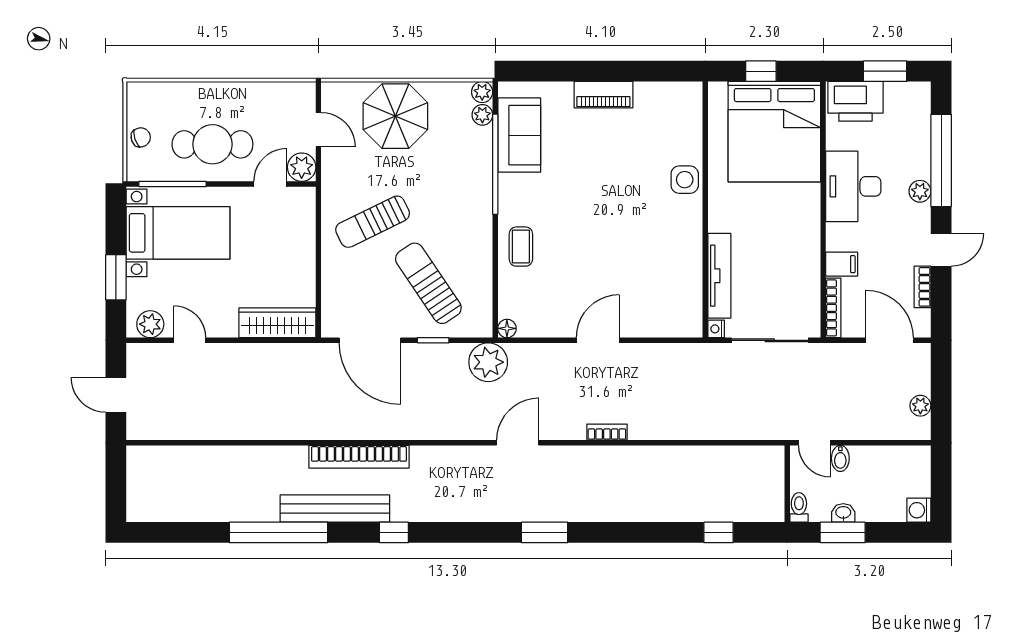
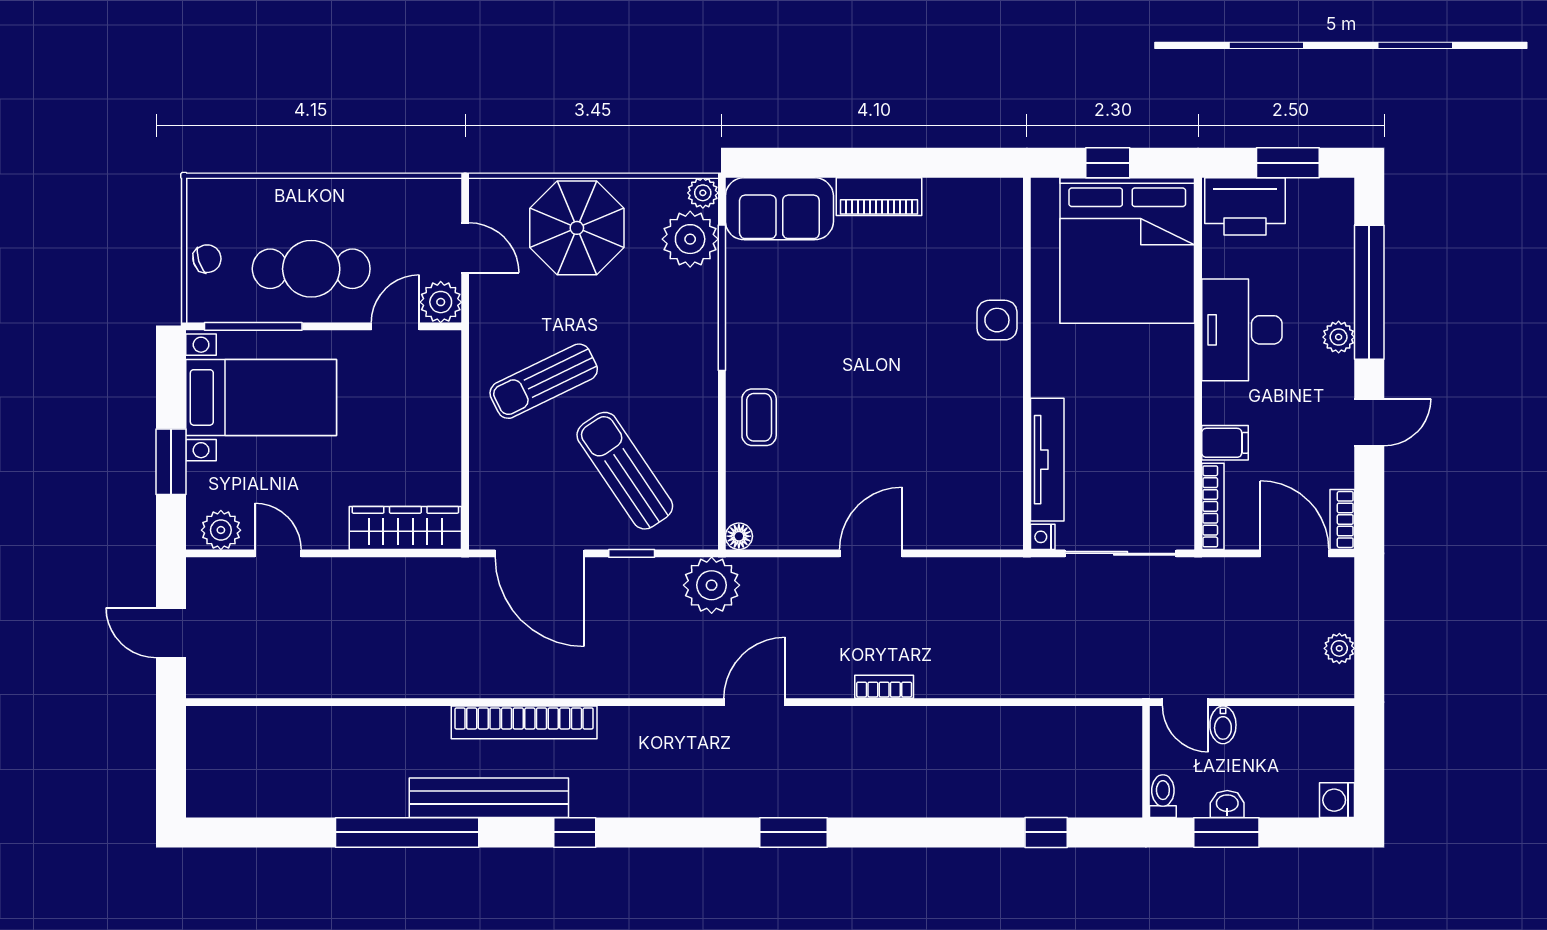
plant: (482, 115) -> (690, 239), width x1.88, depth x1.88
sofa: (519, 135) -> (779, 209), moved, turned 90
bookcase: (922, 287) -> (1342, 519), moved

